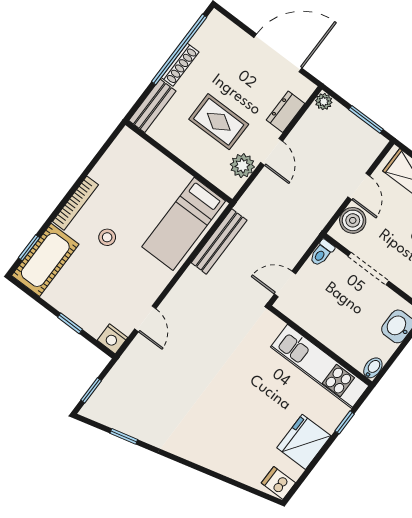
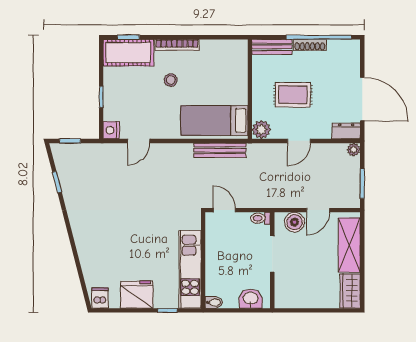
dresser: (285, 112) -> (346, 131), moved
rug: (219, 122) -> (293, 95), turned 90
plant: (242, 166) -> (261, 129), moved

